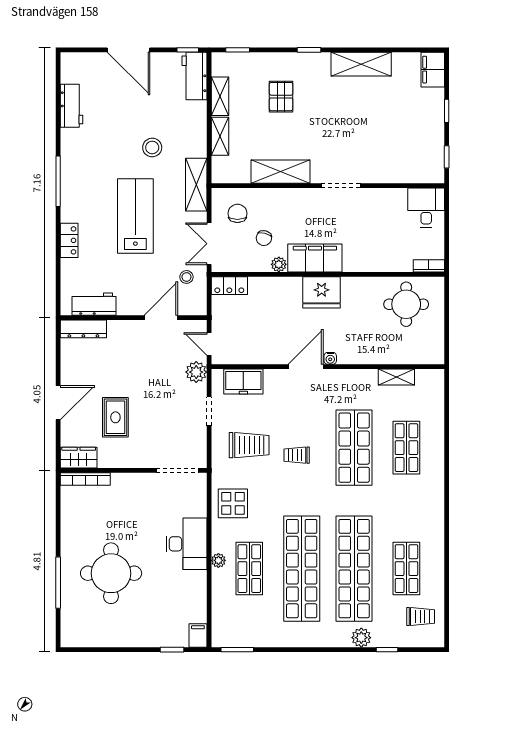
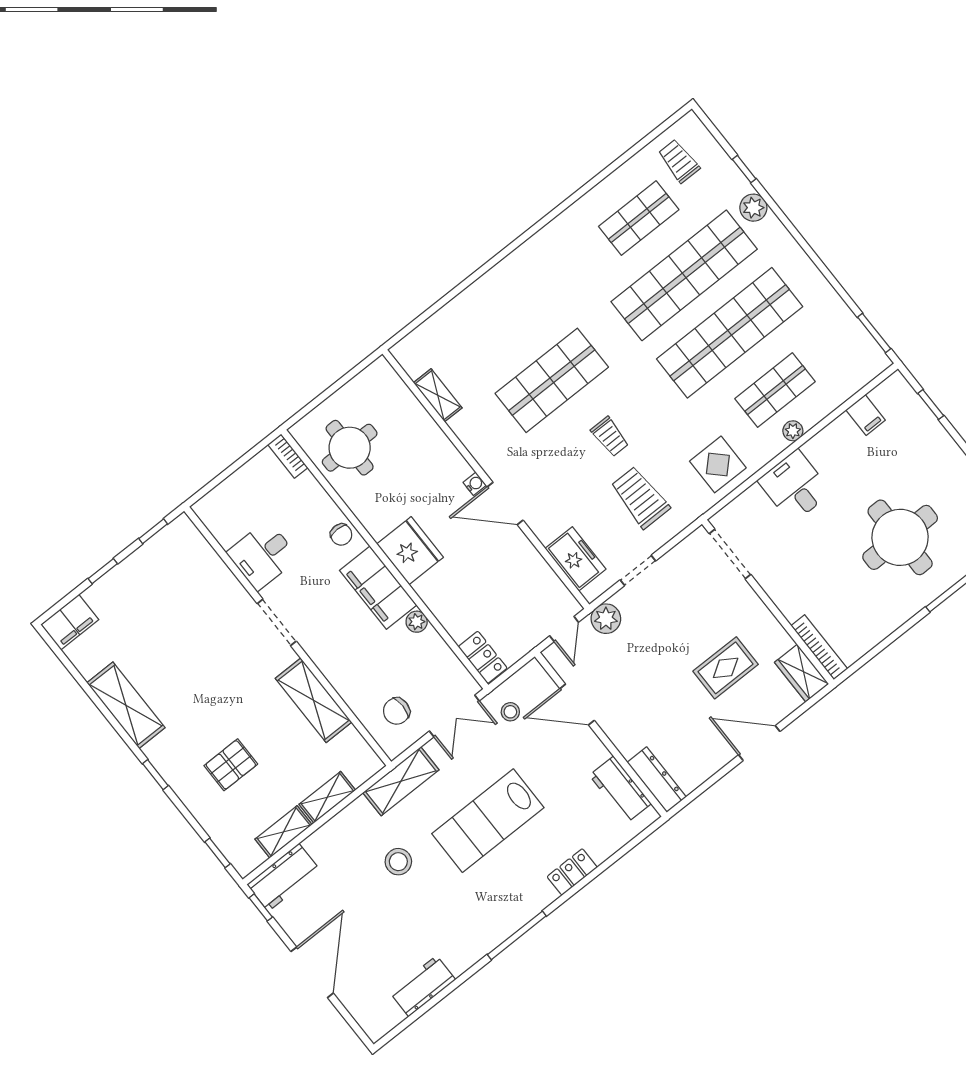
desk: (426, 208) -> (263, 555), moved
chair: (264, 238) -> (341, 535), moved, turned 75
shop shelf: (406, 448) -> (506, 323), removed
desk: (186, 544) -> (795, 486), width x0.73
filing cabinet: (198, 635) -> (866, 415), moved, turned -90

